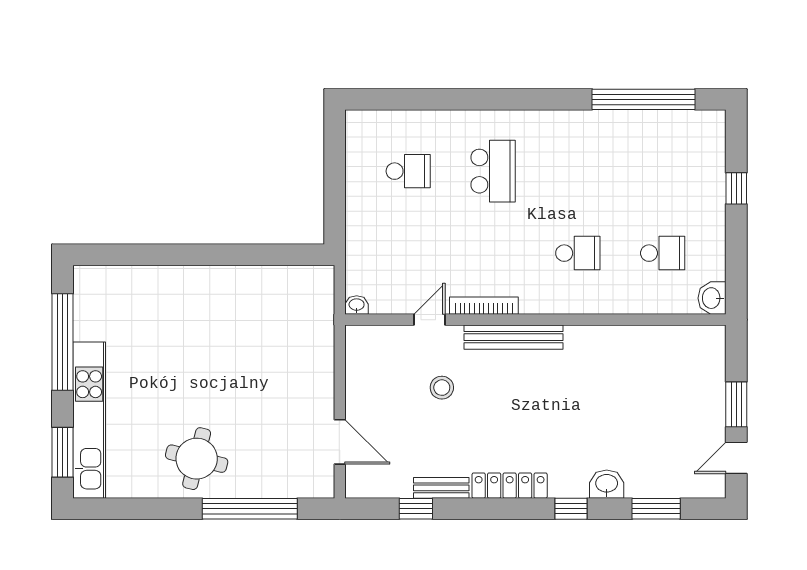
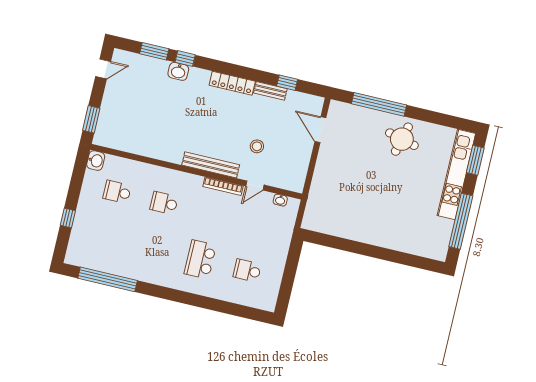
washbasin: (357, 305) -> (280, 200), moved
window: (736, 404) -> (91, 119), moved
window: (571, 509) -> (185, 59), moved

